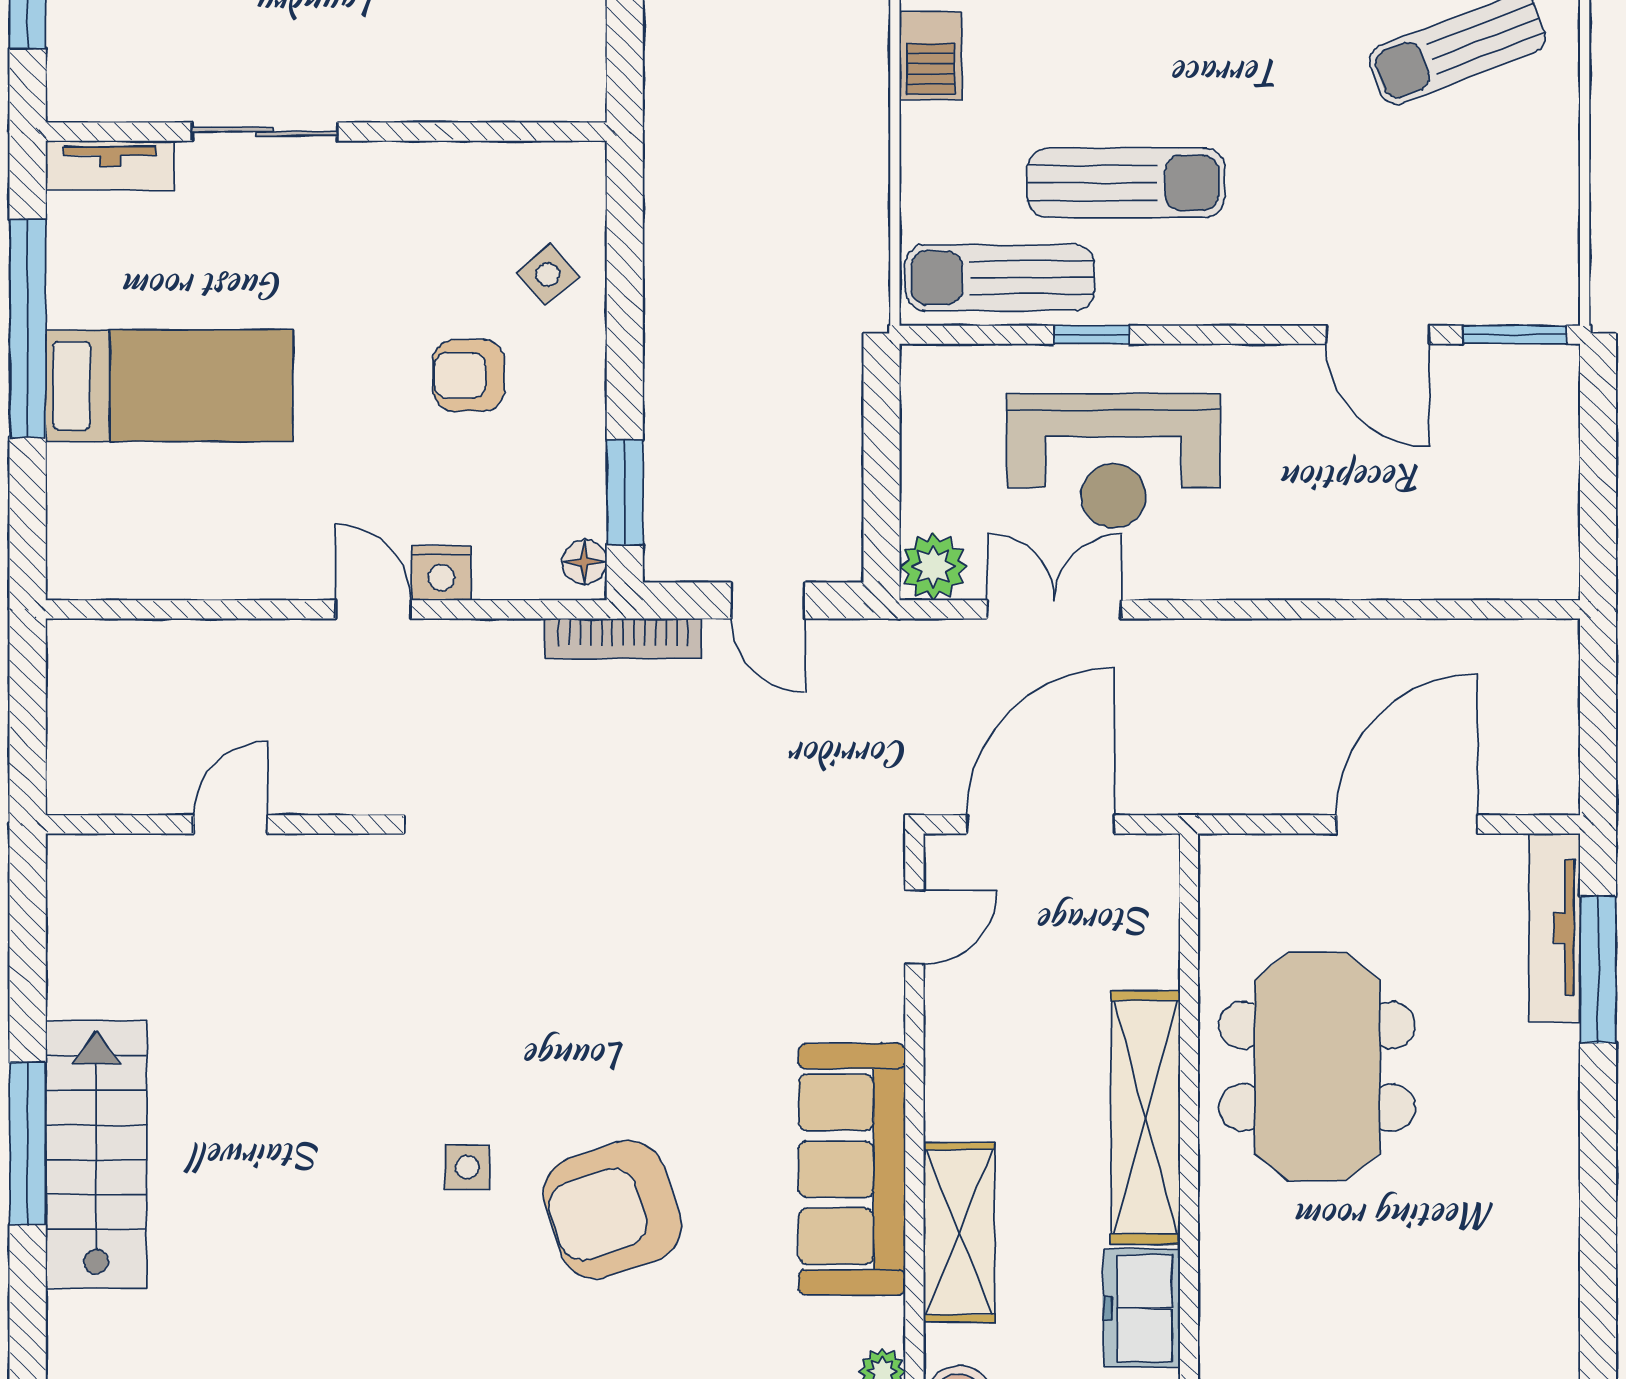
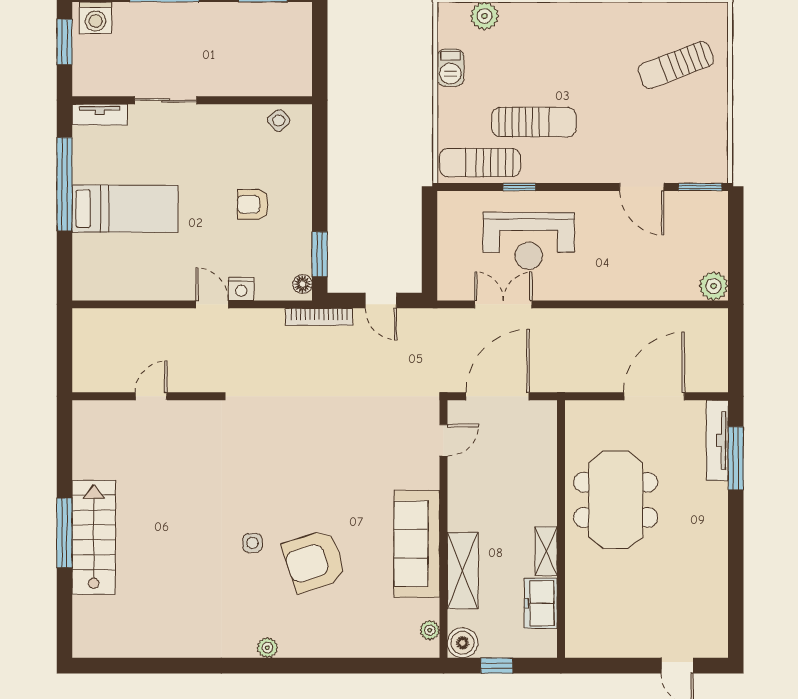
side table: (548, 274) -> (279, 120), moved
plant: (933, 566) -> (714, 286), moved
shelving: (1145, 1117) -> (546, 551), width x0.45, depth x0.75

